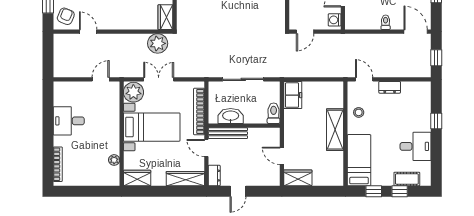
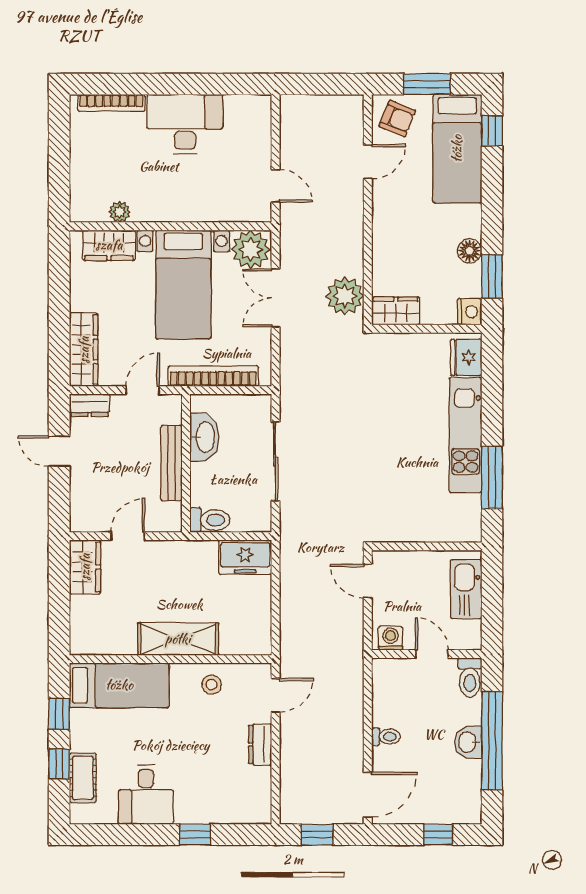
double door: (159, 79) -> (276, 298), swing flipped
desk: (69, 121) -> (185, 124), width x1.37
bench: (228, 133) -> (171, 463), moved
wardrobe: (137, 178) -> (109, 245), moved, turned 90

